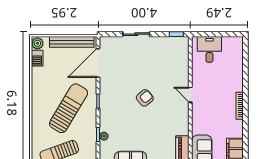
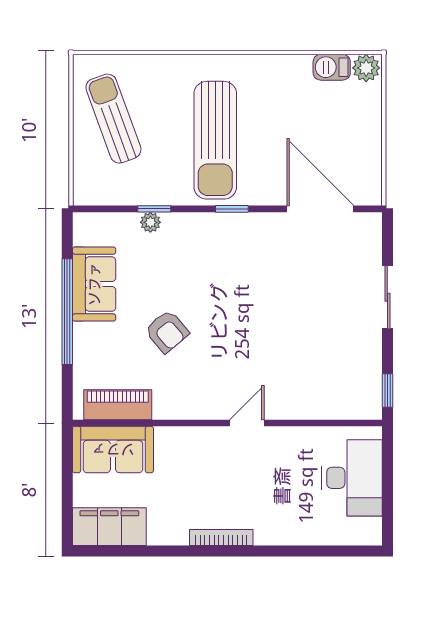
bench: (72, 42) -> (369, 148), removed
desk: (209, 49) -> (352, 478), width x1.37
armchair: (145, 98) -> (167, 331), moved
sun lounger: (69, 108) -> (215, 140), turned 59

